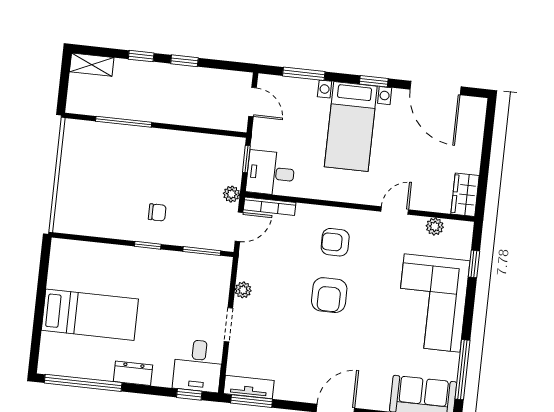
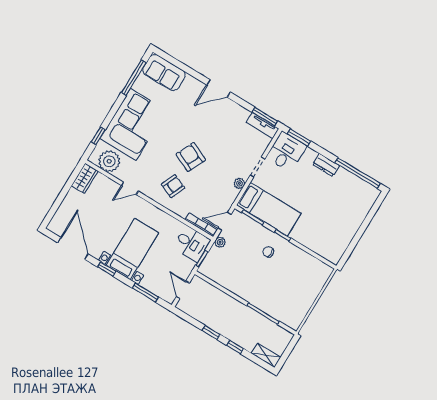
plant: (435, 226) -> (109, 161), width x1.88, depth x1.88
armchair: (335, 242) -> (173, 186), turned -67
armchair: (329, 295) -> (191, 157), turned -65
bed: (90, 315) -> (269, 209), moved, turned 180
window: (189, 394) -> (299, 137), width x1.50

